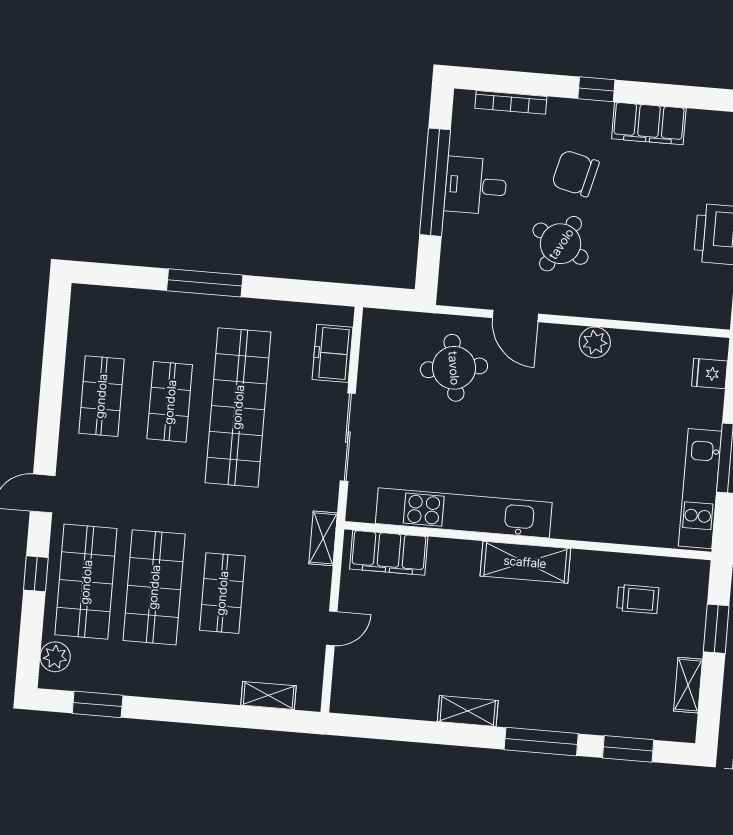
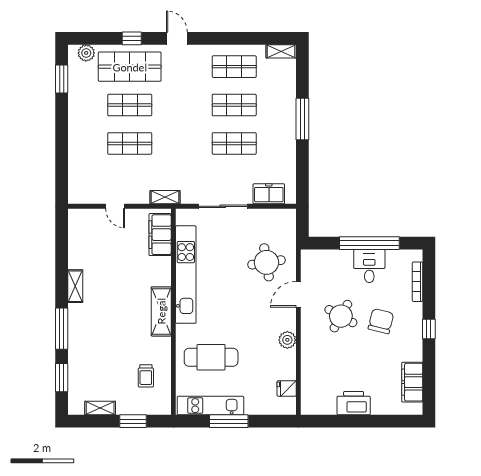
filing cabinet: (649, 124) -> (412, 382), moved
fridge: (710, 374) -> (287, 388), moved, turned -90
shop shelf: (238, 407) -> (234, 143), width x0.50, depth x0.74
cafe table: (614, 480) -> (211, 357), added
shop shelf: (154, 587) -> (130, 105), width x0.70, depth x0.74
shelving: (269, 695) -> (281, 51), moved, turned 90

